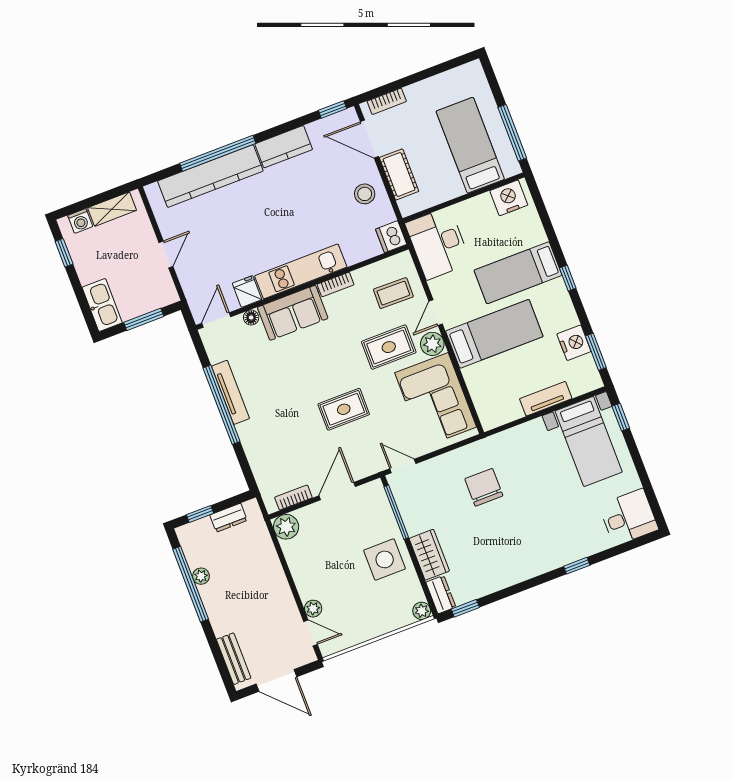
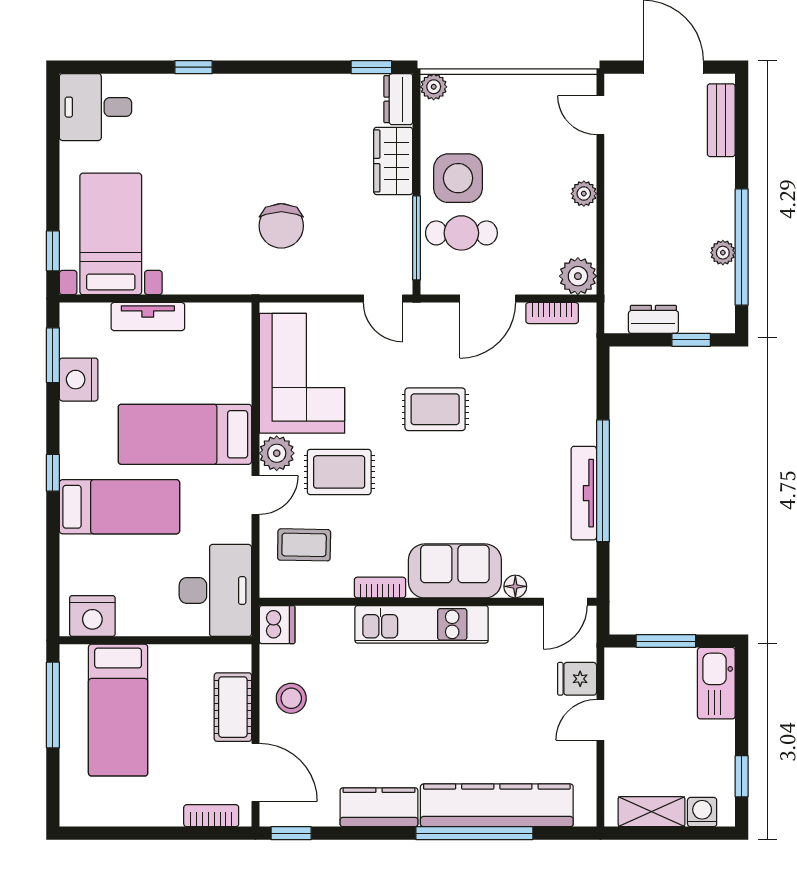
fridge: (247, 291) -> (577, 679), moved, turned 90
cafe table: (369, 526) -> (461, 233), added
plant: (313, 609) -> (584, 194), moved

